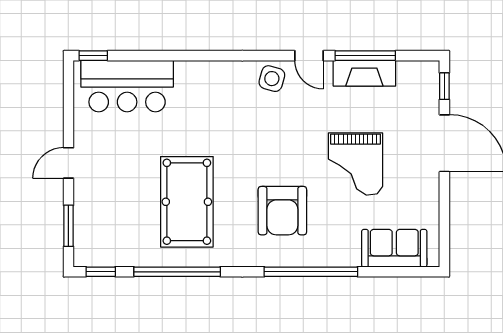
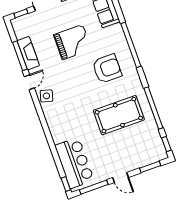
window: (68, 106) -> (94, 187), added

